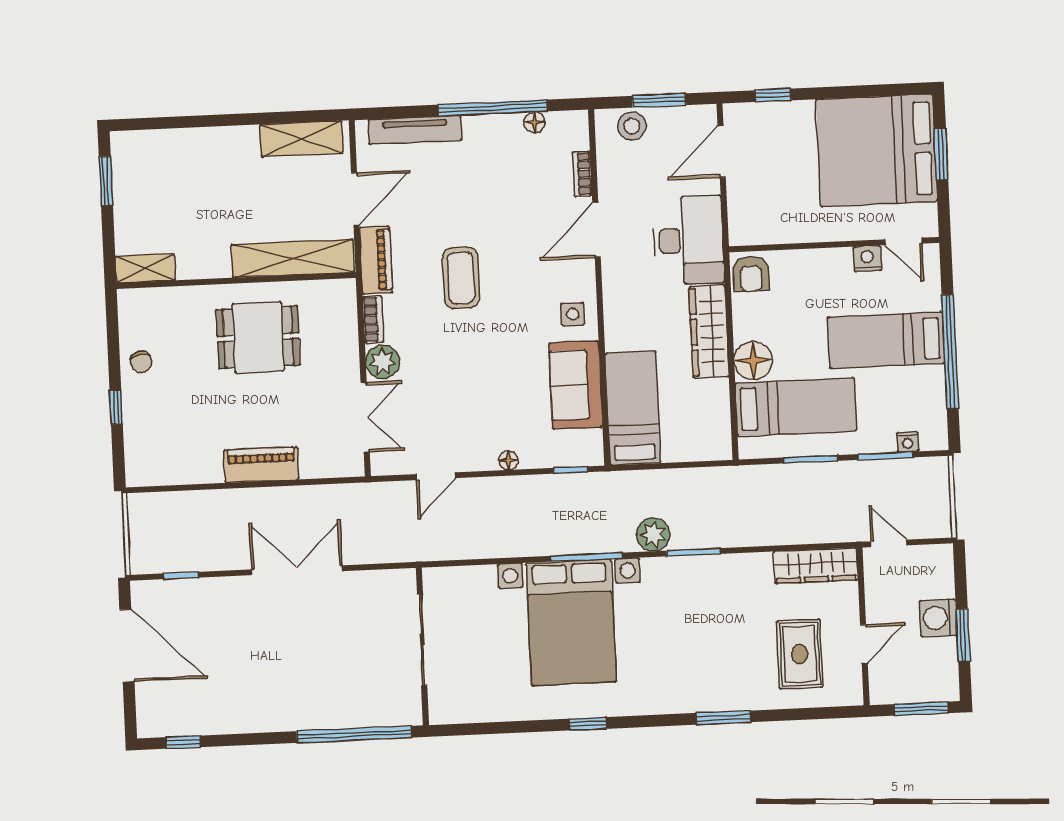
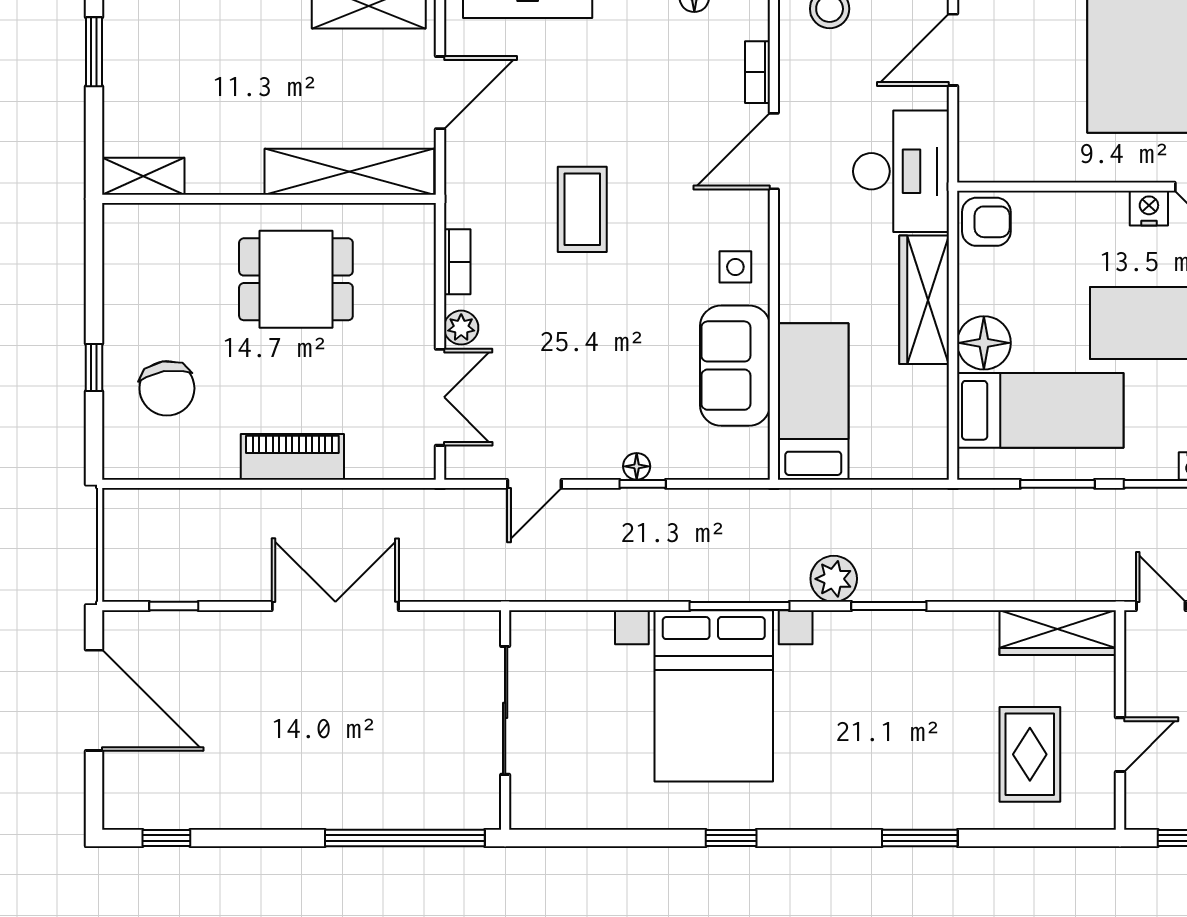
piano: (376, 260) -> (465, 179), removed
armchair: (751, 274) -> (986, 222), turned -90
chair: (141, 362) -> (167, 388), moved, width x1.87, depth x1.87
plant: (382, 362) -> (461, 328), width x0.73, depth x0.73
window: (571, 470) -> (643, 484), moved

